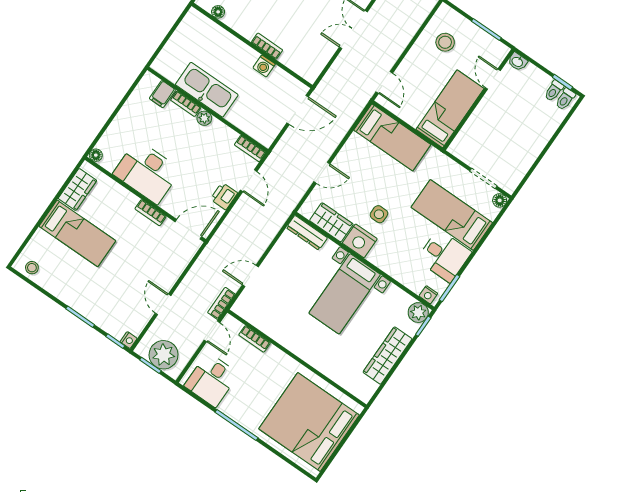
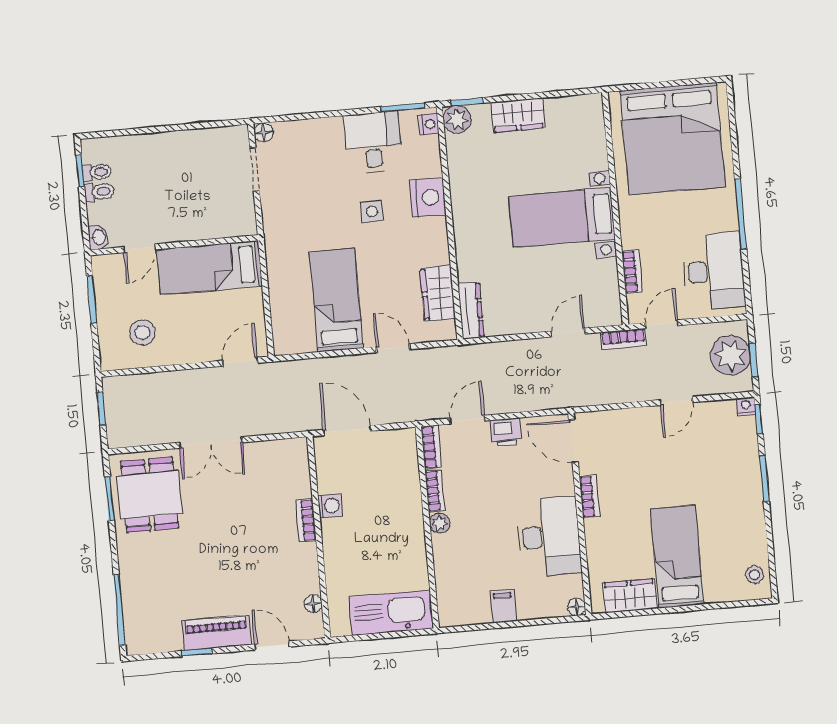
kitchen sink: (207, 90) -> (390, 613), moved, turned 90
filing cabinet: (162, 94) -> (503, 606), moved, turned -90
toilet: (565, 99) -> (99, 192), moved
bookcase: (186, 104) -> (435, 491), moved
bed: (392, 137) -> (336, 300), moved
side table: (379, 214) -> (372, 212), moved
bed: (452, 215) -> (322, 171), removed
nightstand: (360, 241) -> (428, 197), moved
door: (250, 276) -> (568, 332), swing flipped
bed with nightstands: (345, 294) -> (562, 218), moved, turned 180
wardrobe: (387, 356) -> (518, 115), width x0.67
desk: (212, 380) -> (714, 271), width x1.37

